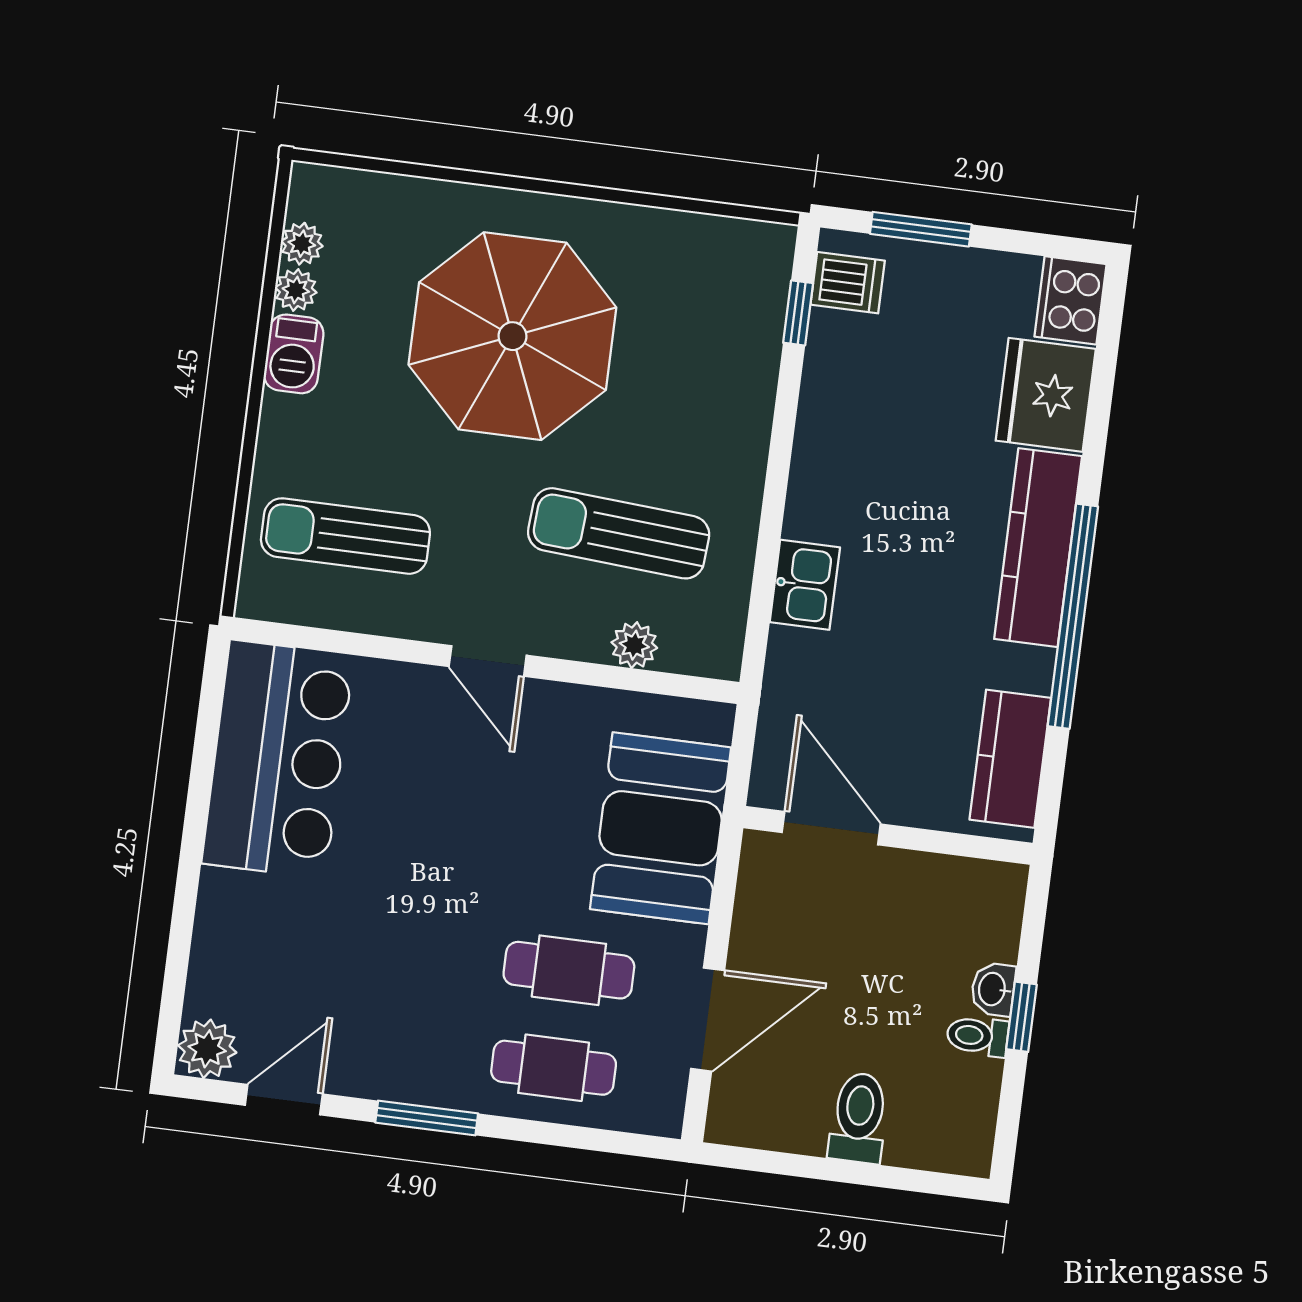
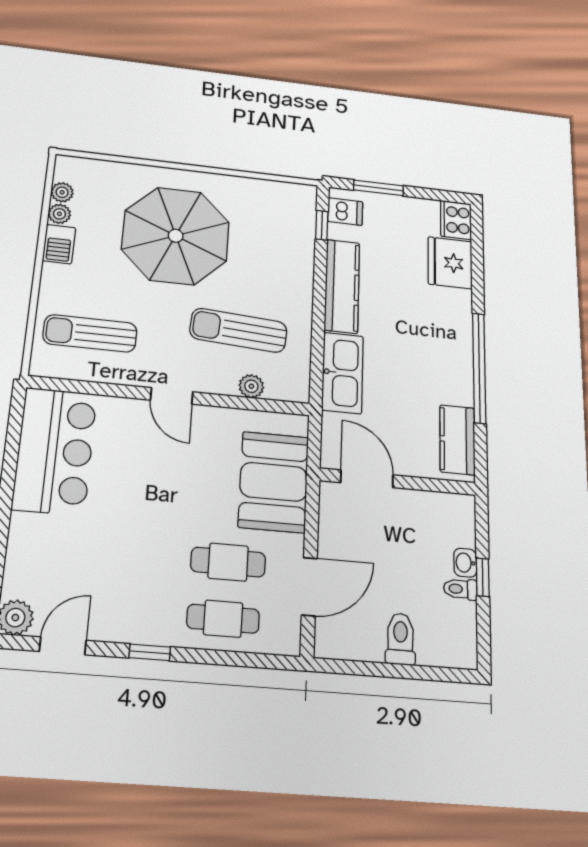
kitchen counter: (1038, 548) -> (342, 286), moved, turned 180
kitchen sink: (805, 585) -> (343, 373), width x1.87, depth x1.24
window: (427, 1118) -> (150, 652), width x0.67

